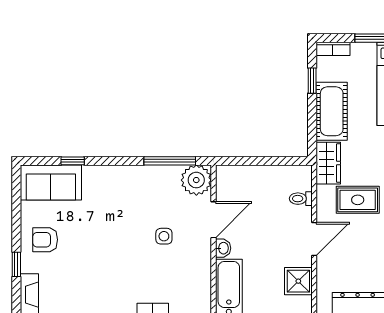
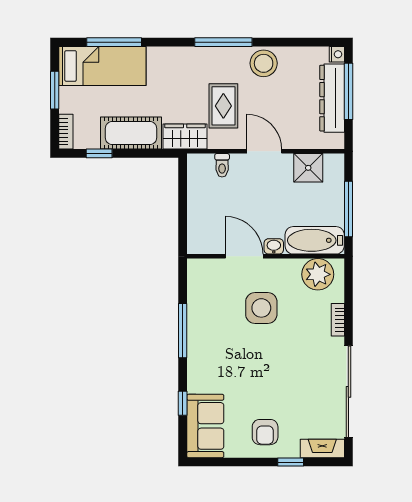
window: (170, 161) -> (183, 331), moved
plant: (196, 180) -> (318, 274), moved
side table: (164, 236) -> (261, 308), width x1.87, depth x1.87

